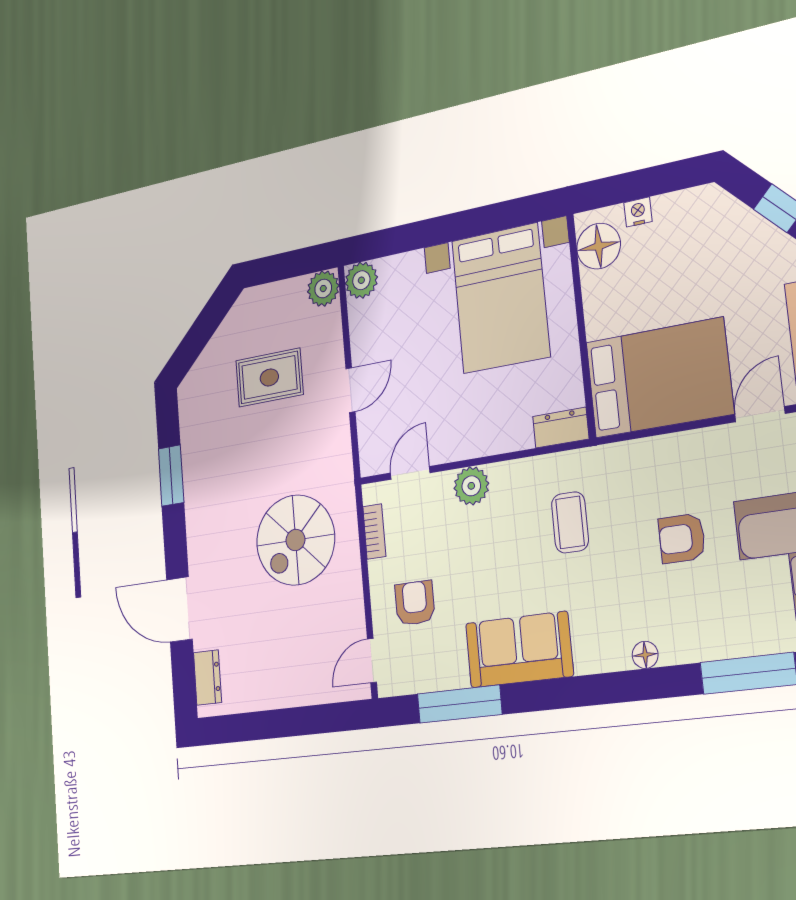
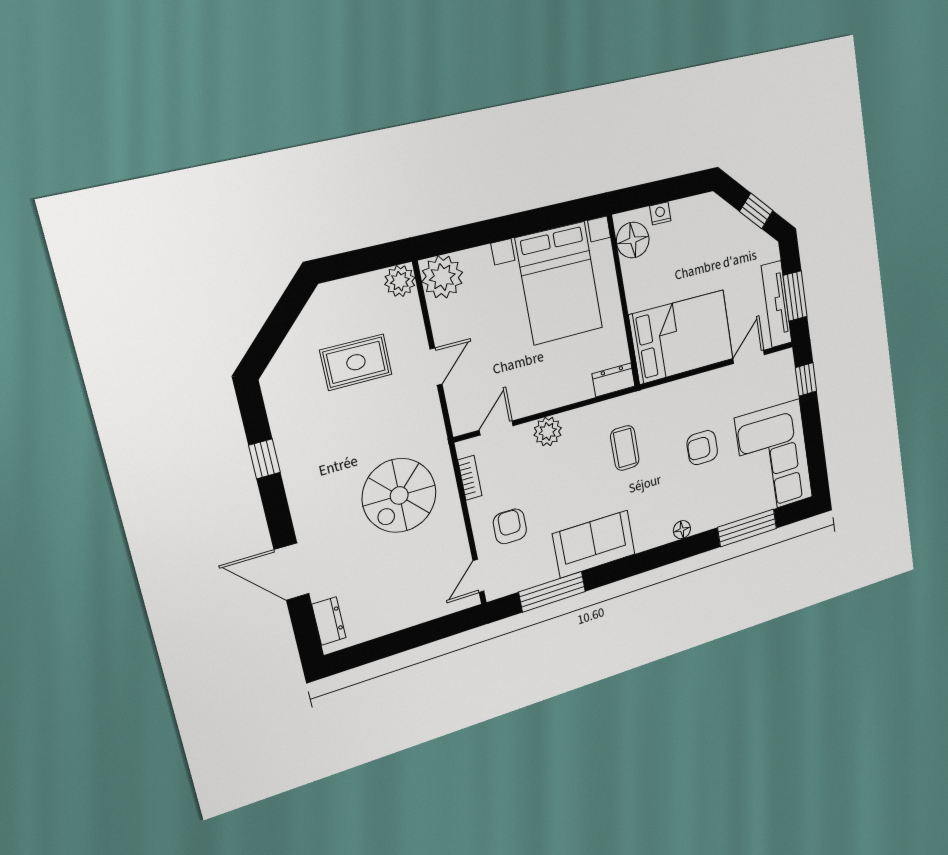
plant: (361, 280) -> (442, 277), width x1.36, depth x1.36
window: (171, 476) -> (264, 459), width x0.67

